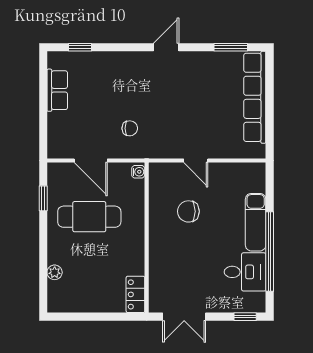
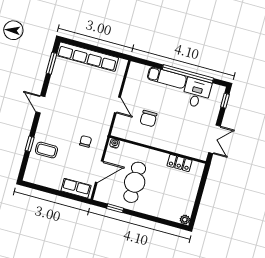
window: (80, 47) -> (30, 144), moved
coffee table: (101, 74) -> (46, 150), added
row of seats: (57, 90) -> (76, 188), moved
door: (196, 160) -> (117, 105), hinge flipped
plant: (55, 272) -> (185, 220), moved
locker: (135, 294) -> (179, 163), moved

